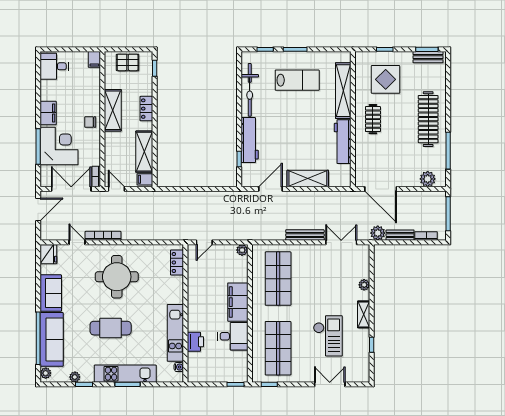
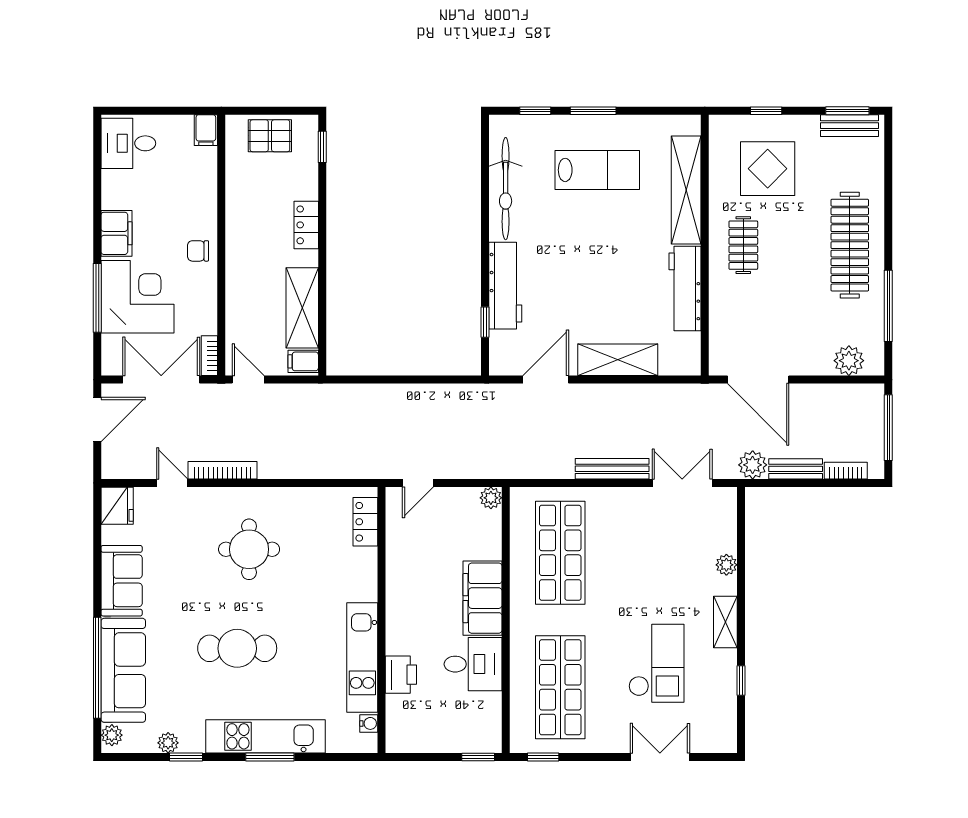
shelving: (113, 110) -> (241, 228), removed
round table: (117, 277) -> (249, 549), width x0.73, depth x0.73

